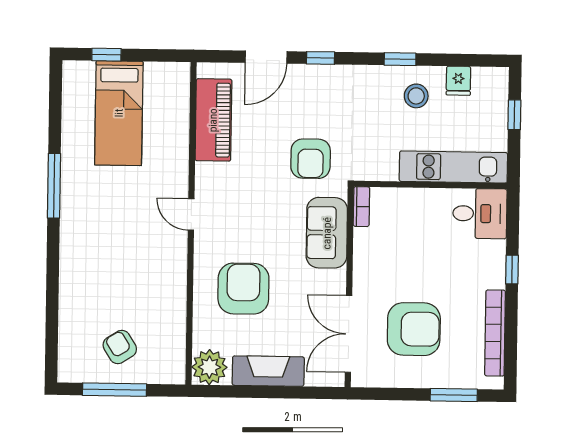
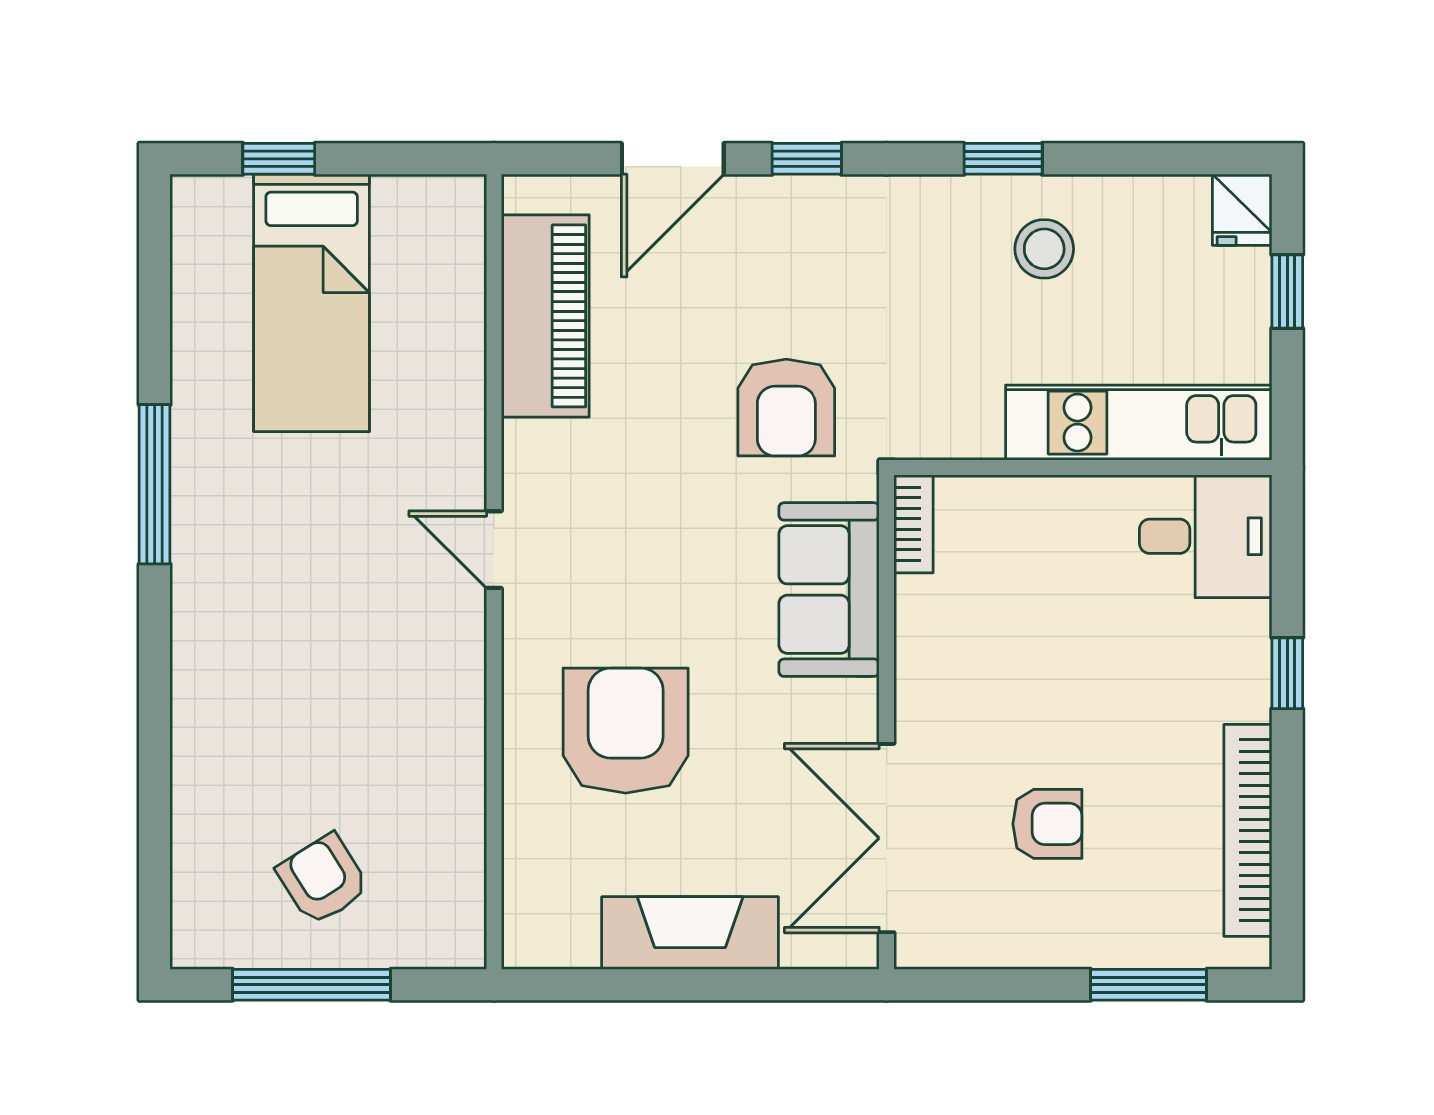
fridge: (458, 81) -> (1242, 210), moved
armchair: (414, 329) -> (1047, 824), width x0.53, depth x0.53
plant: (209, 367) -> (545, 926), removed

